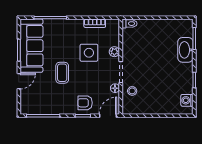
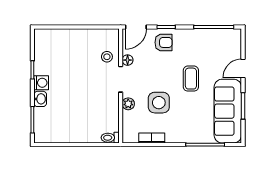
washbasin: (185, 50) -> (40, 99), width x0.52, depth x0.69
washing machine: (187, 100) -> (41, 83), moved

